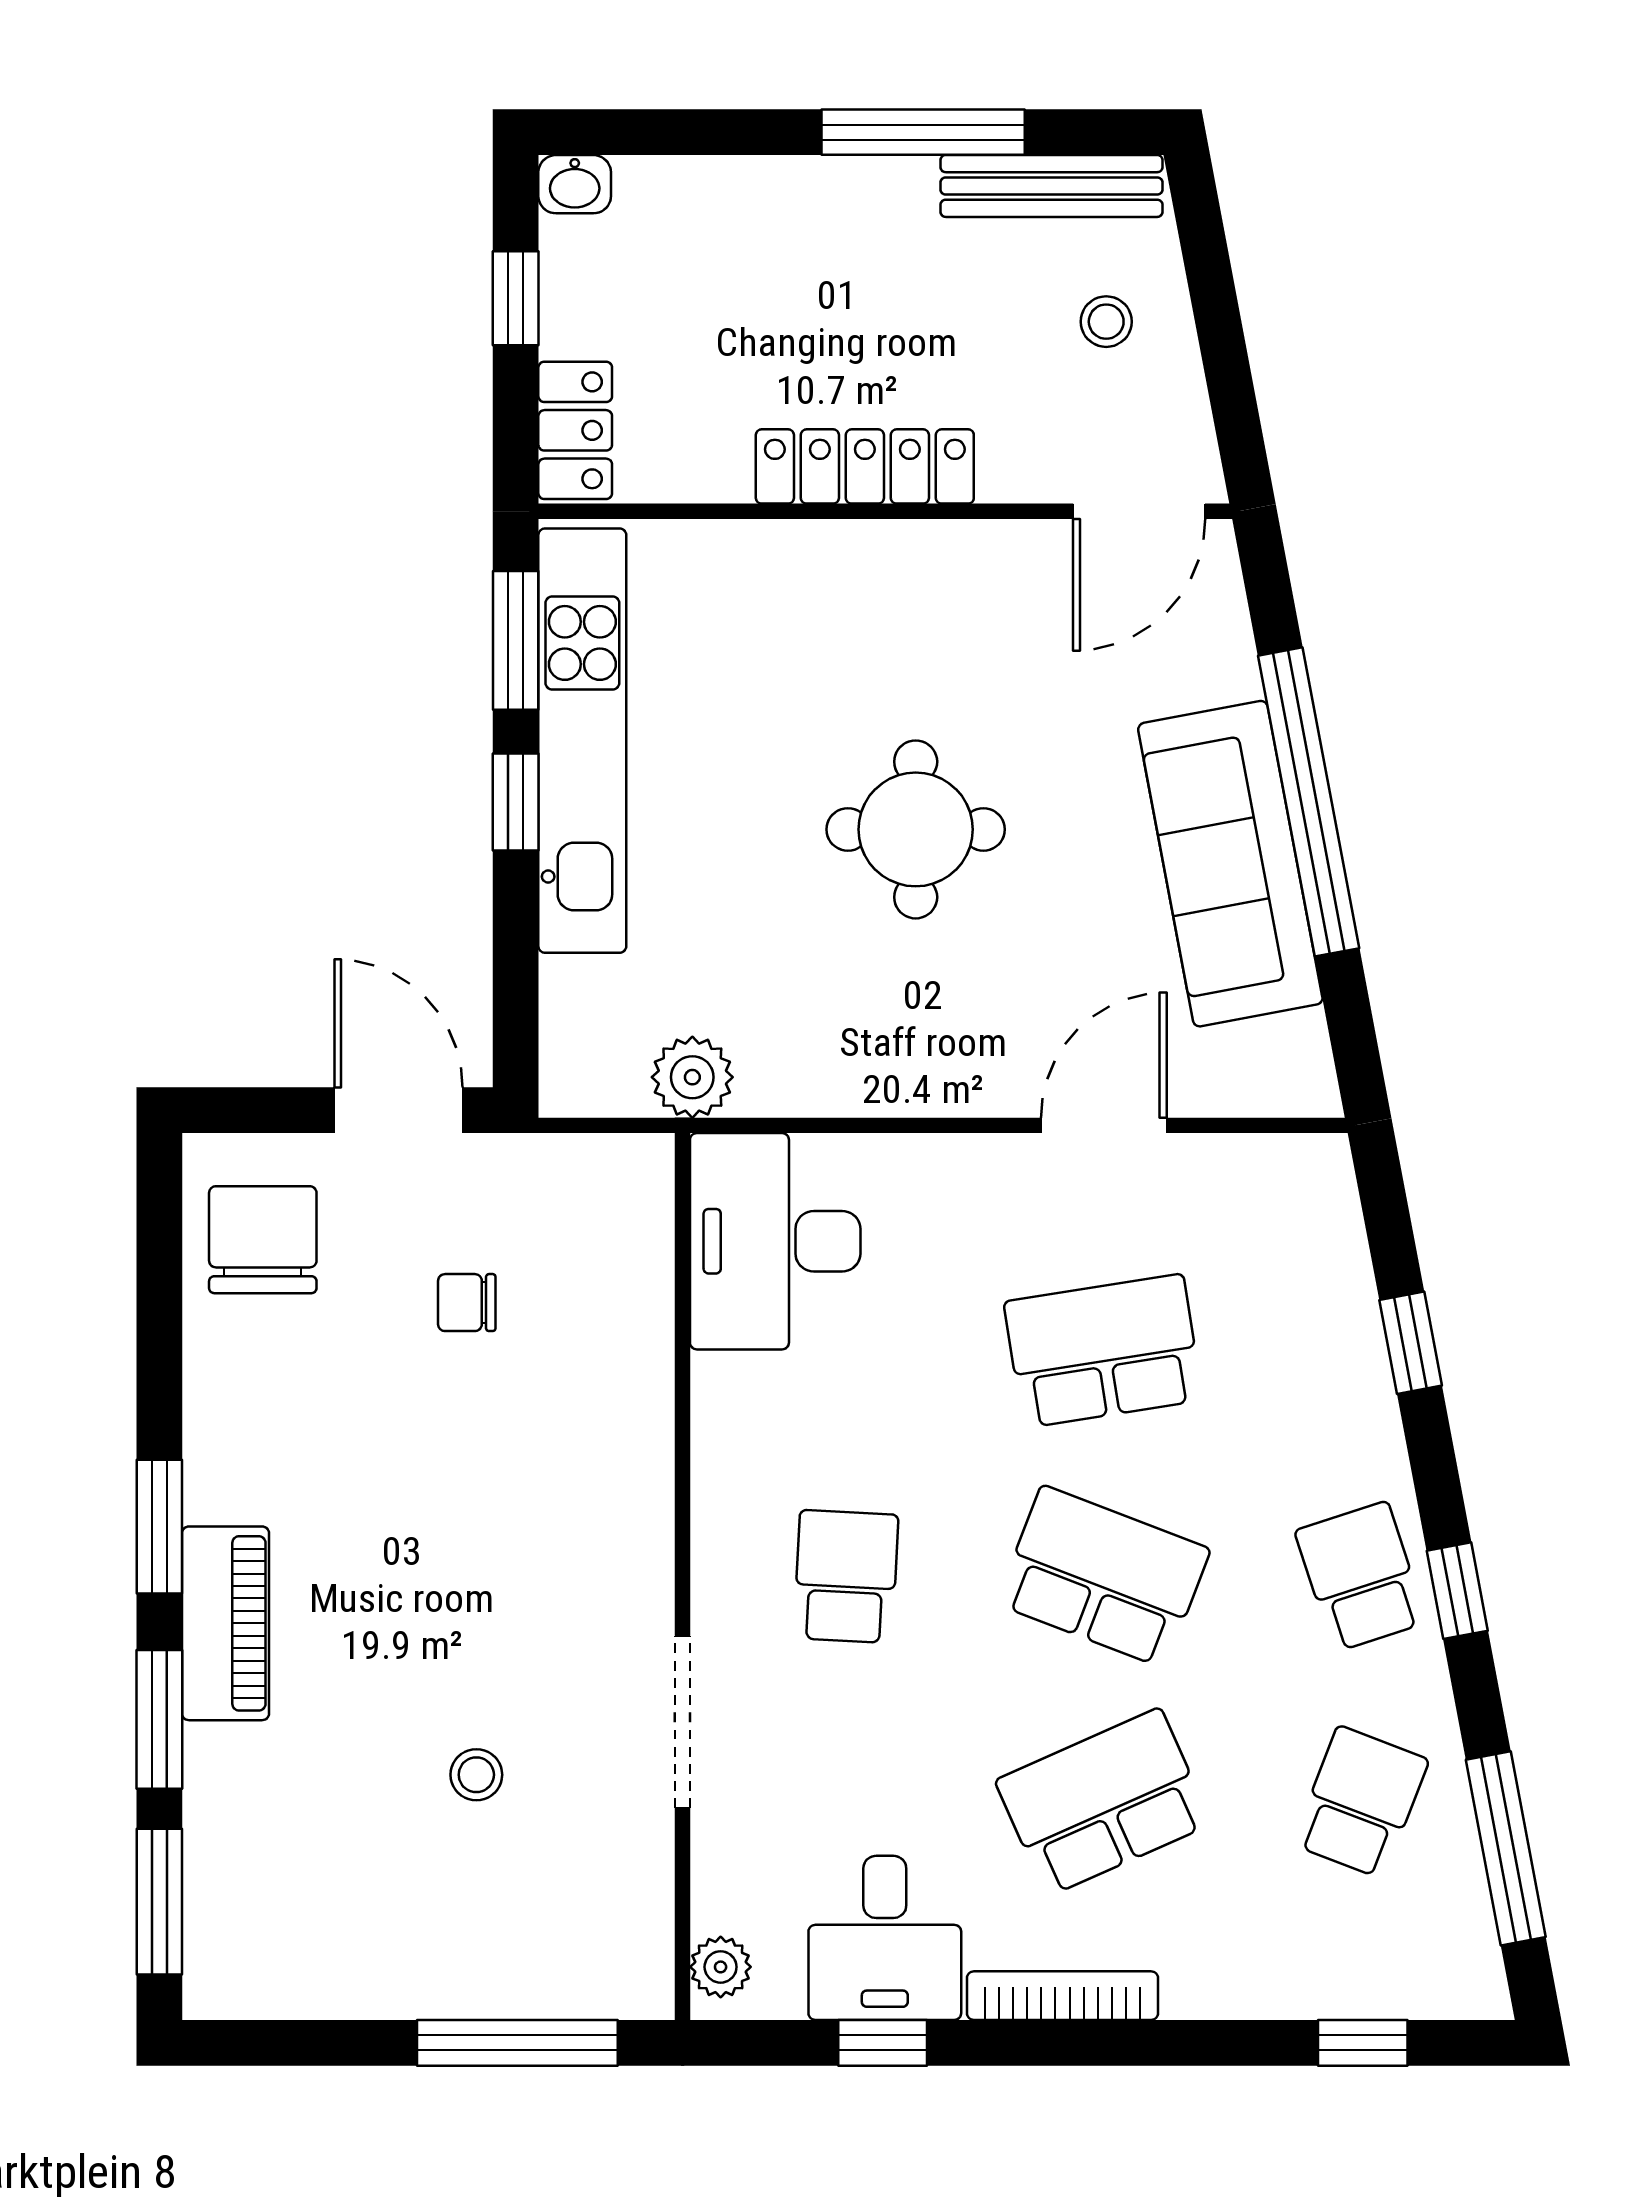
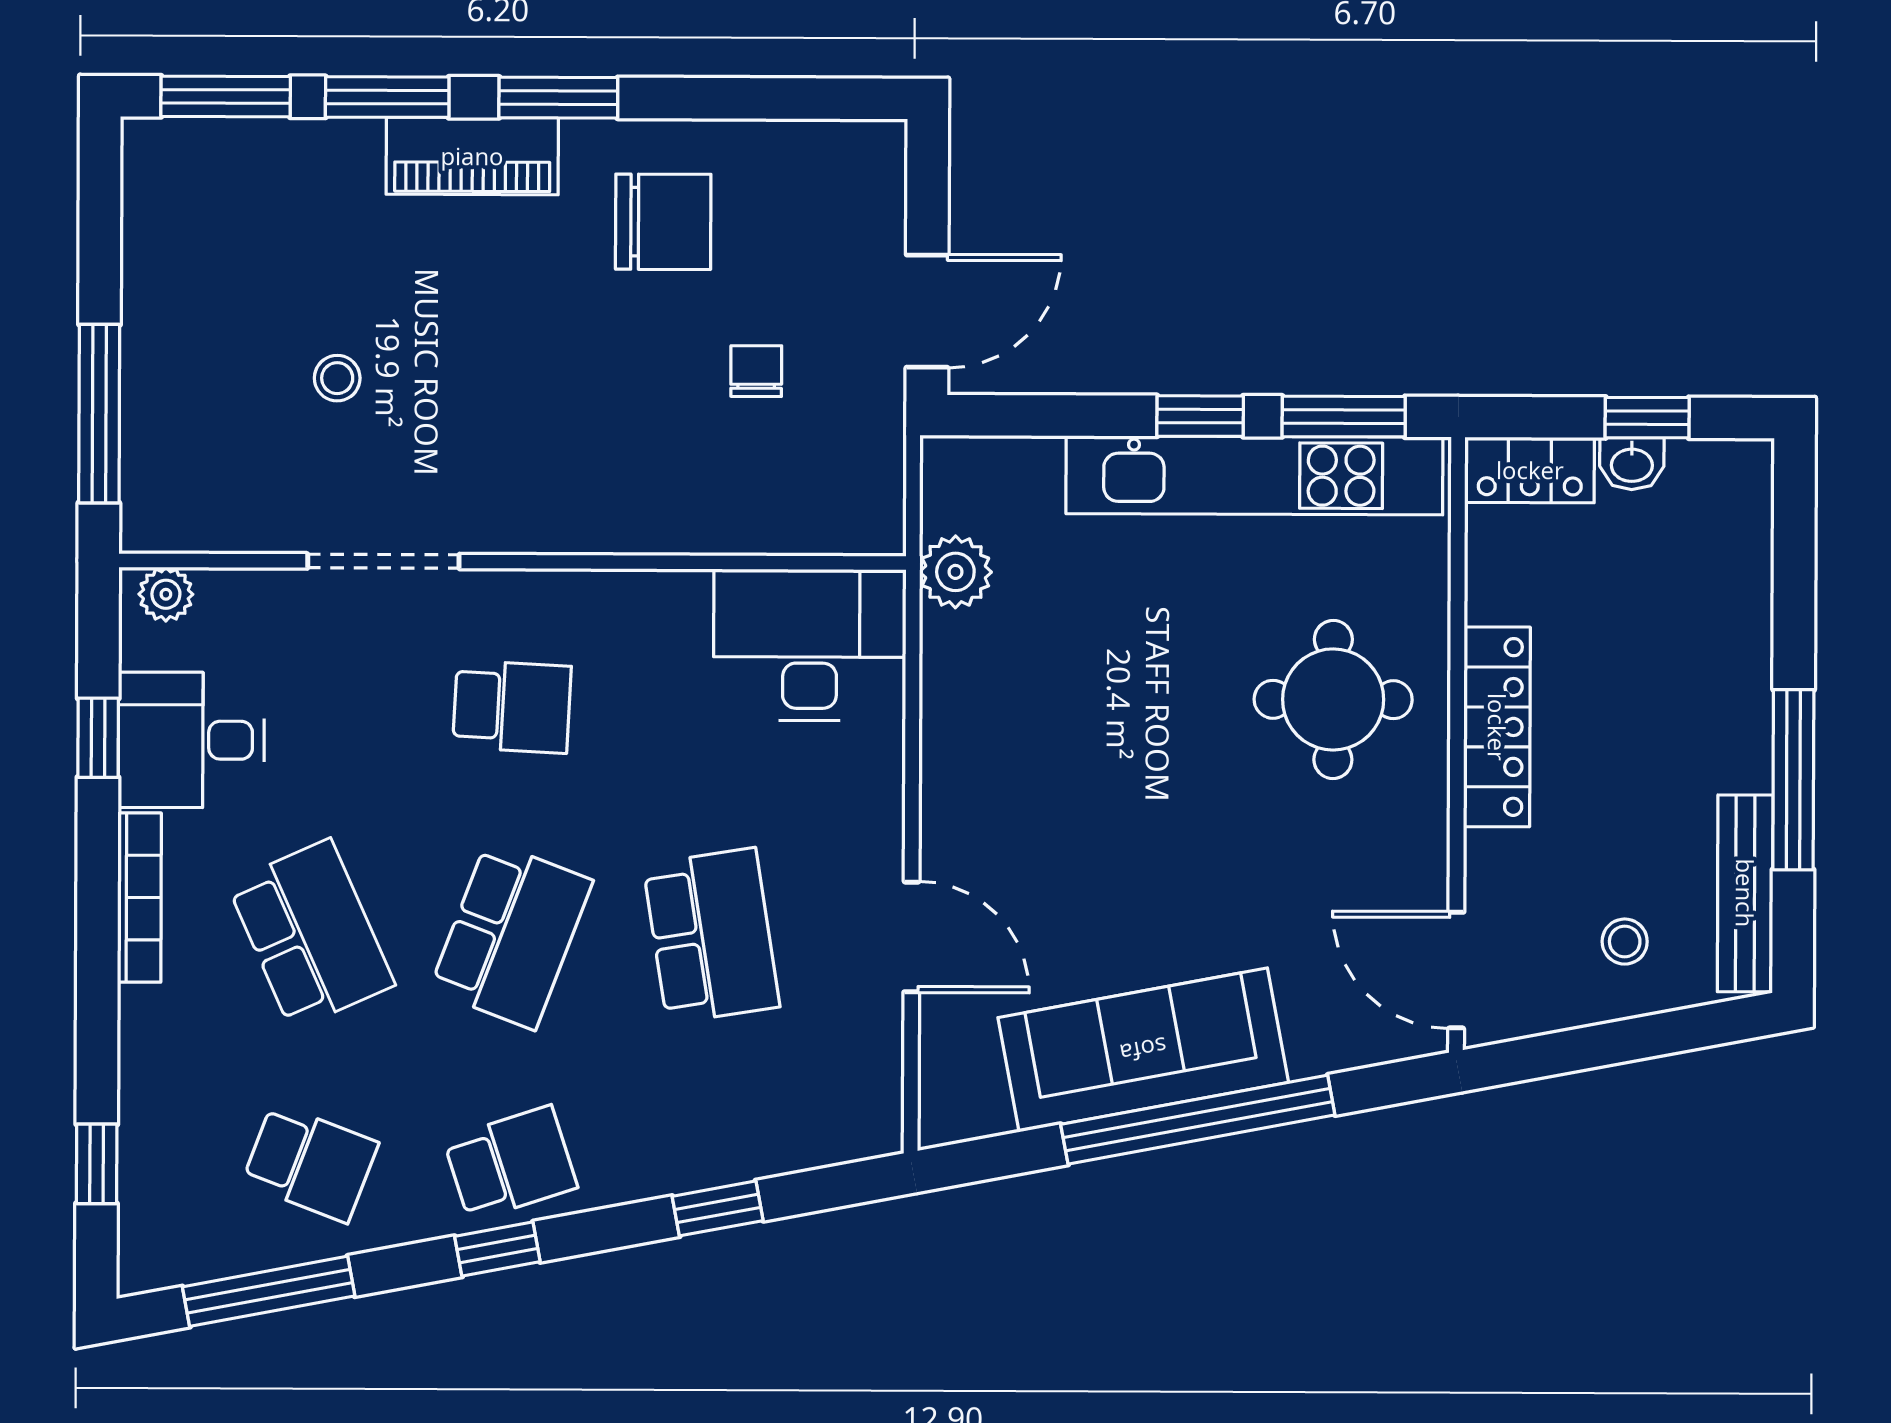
washbasin: (575, 184) -> (1632, 464), moved, turned -90
round table: (916, 829) -> (1333, 699), moved
chair: (263, 1240) -> (663, 222), moved

